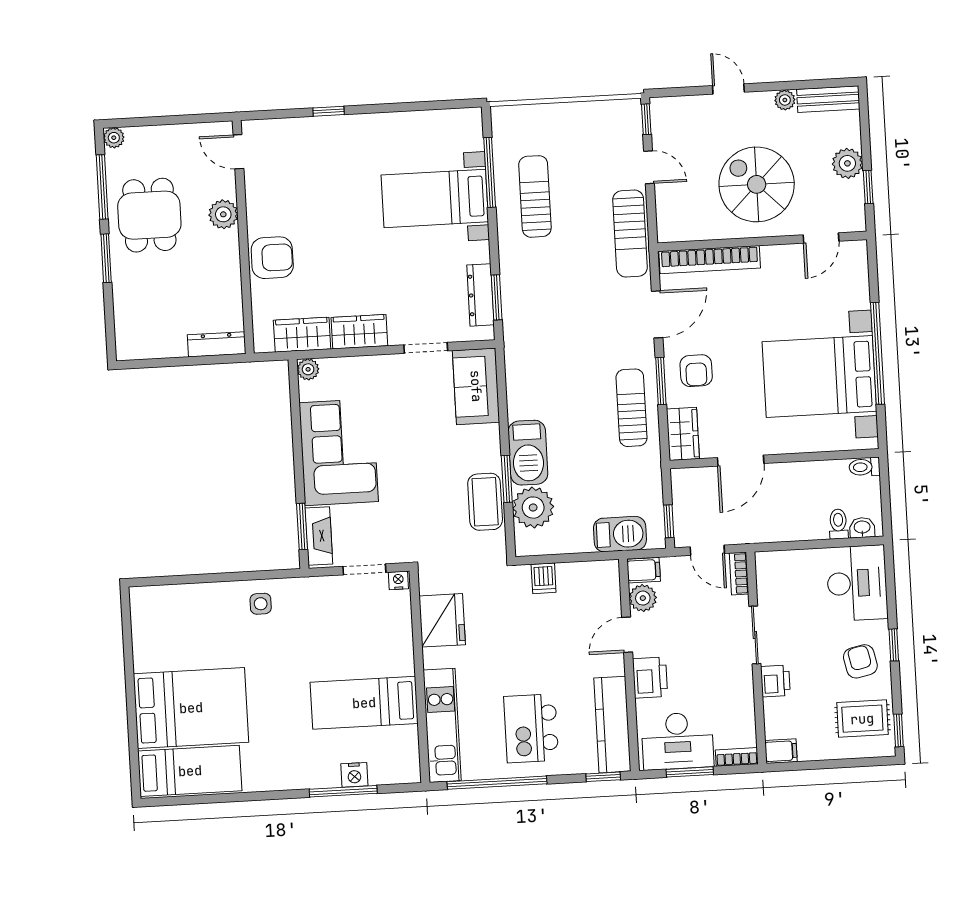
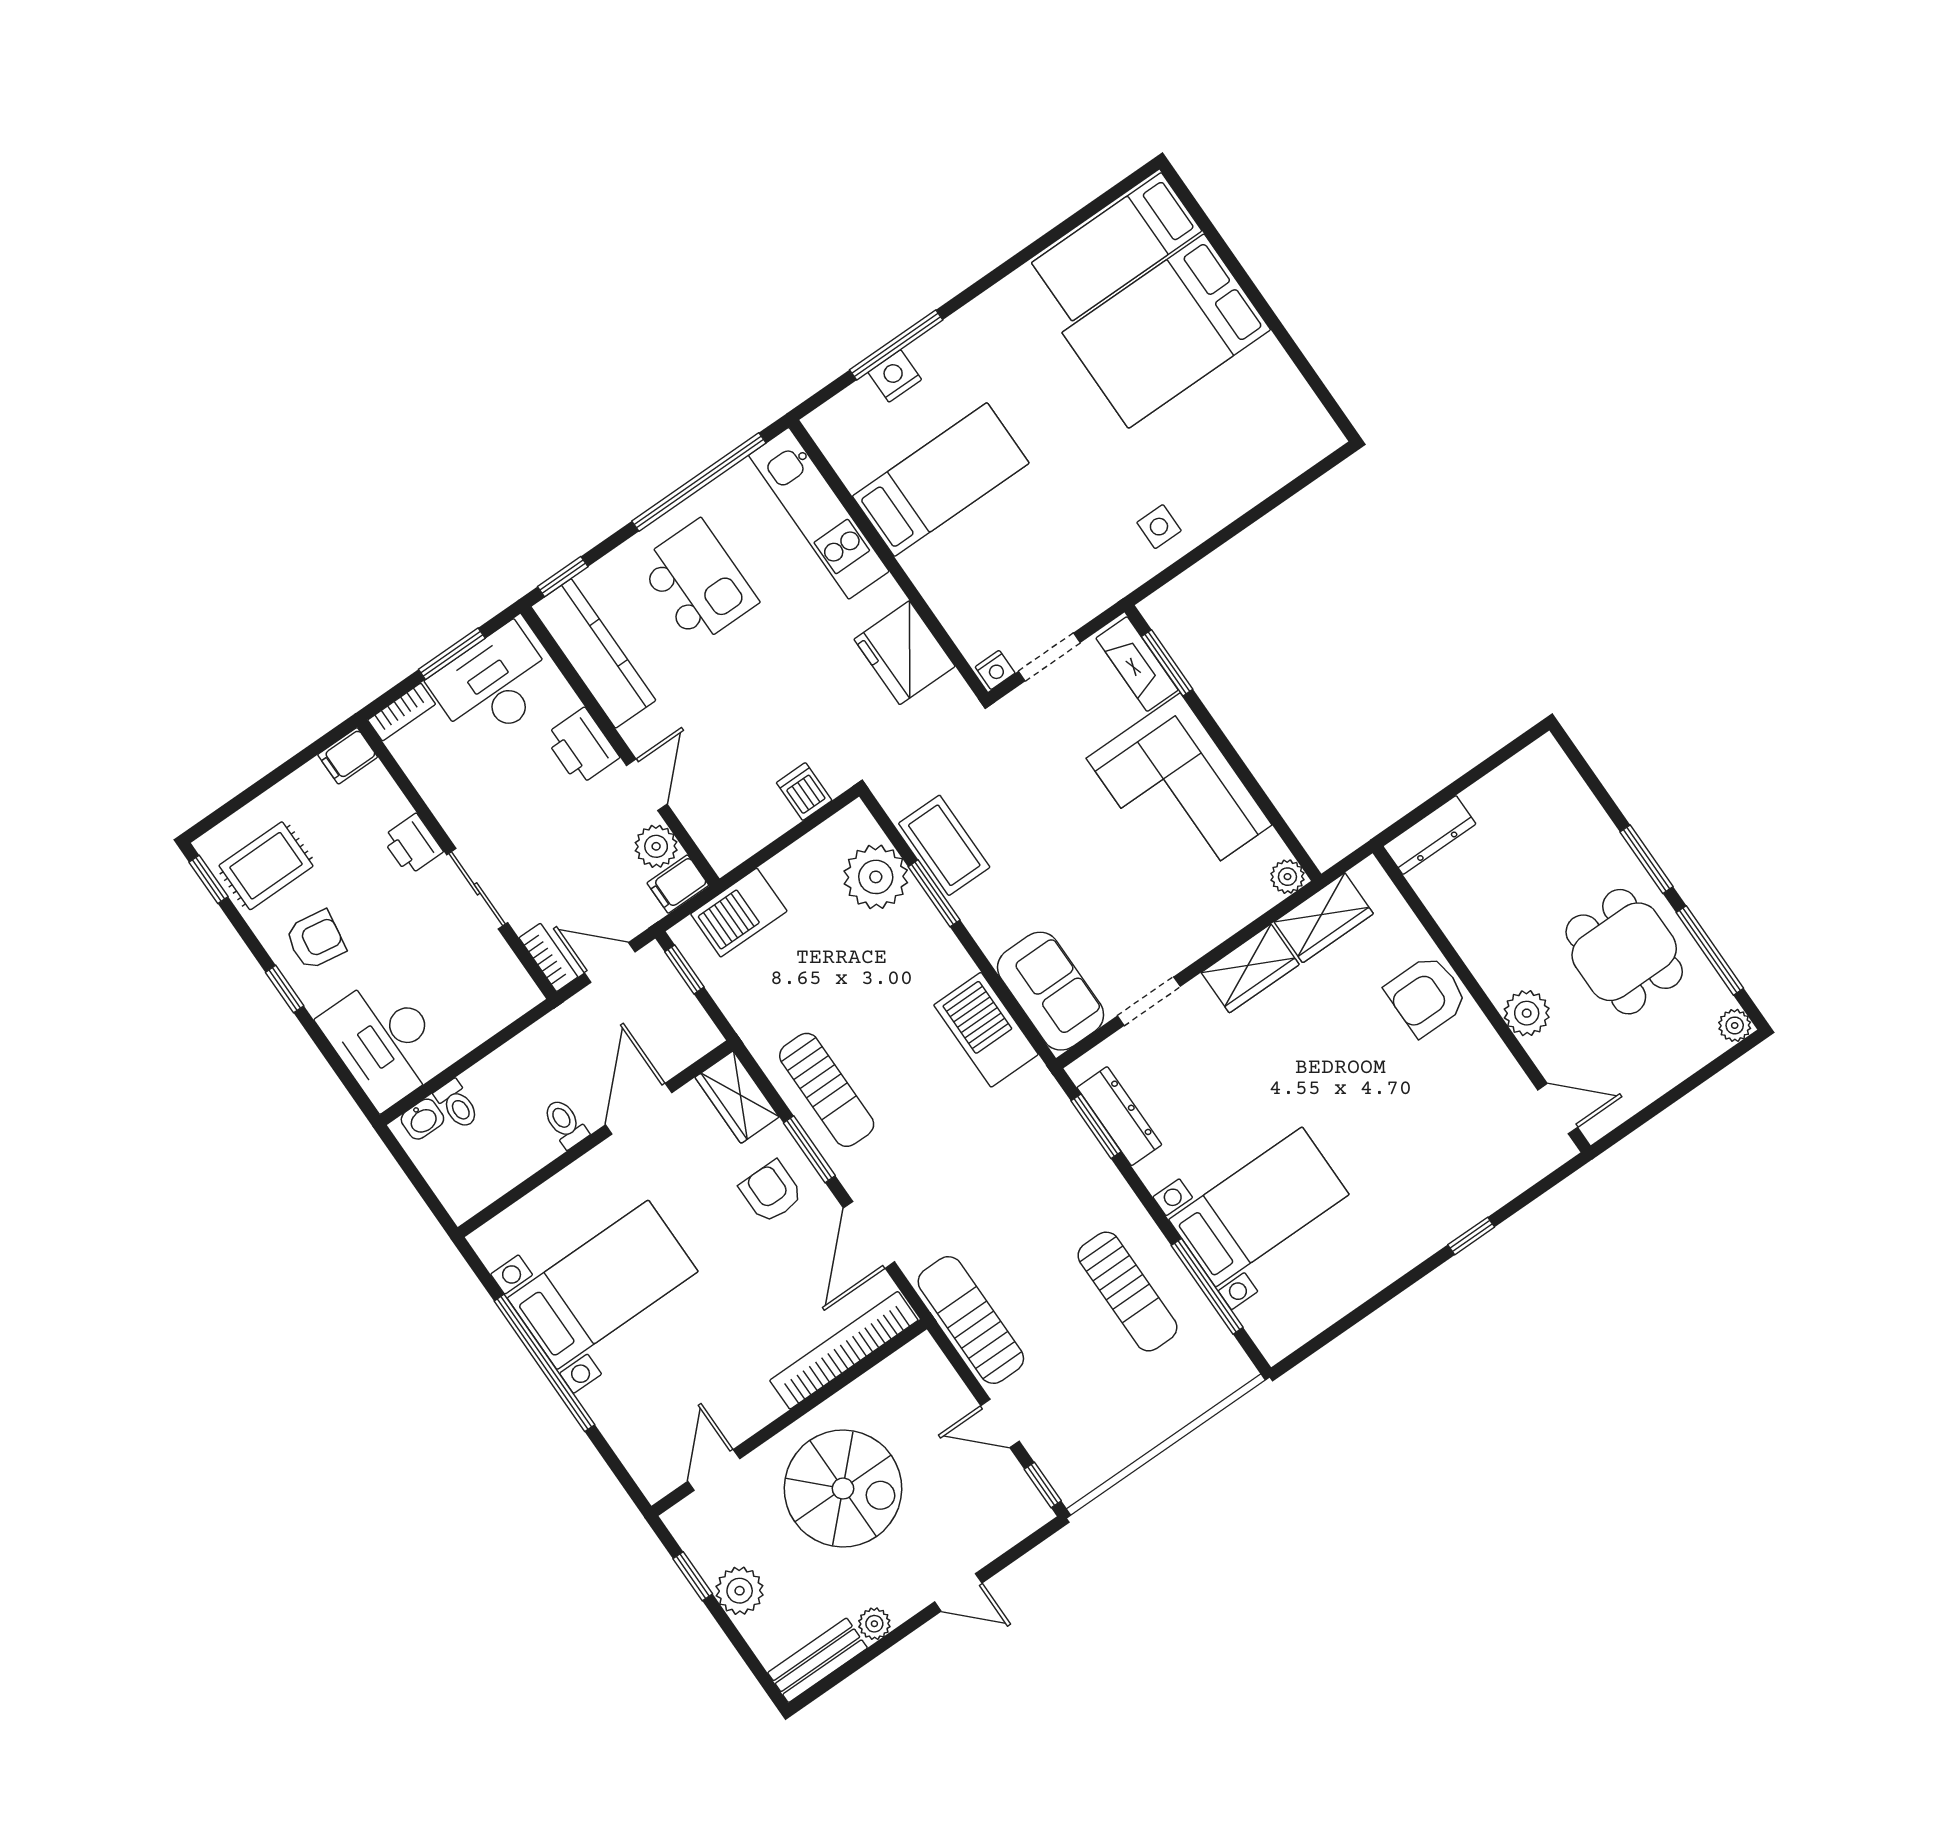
bed with nightstands: (819, 376) -> (603, 1285), width x0.73
barbecue: (528, 453) -> (986, 1030), moved
toilet: (865, 467) -> (565, 1123), moved, turned -90
armchair: (860, 661) -> (316, 940), turned -69

